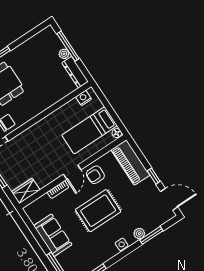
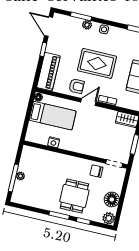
dresser: (75, 72) -> (25, 159), removed
nightstand: (84, 98) -> (54, 142), moved

